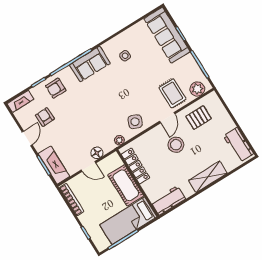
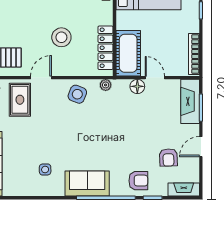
stool: (176, 145) -> (61, 37), moved
cot: (126, 185) -> (128, 53), moved

